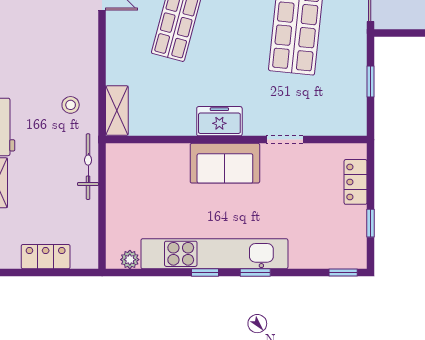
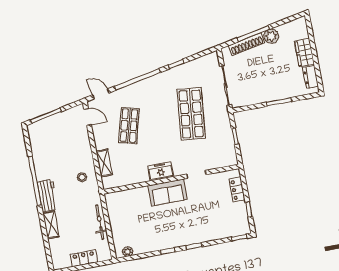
shelving: (117, 111) -> (104, 163), moved
bicycle: (88, 167) -> (100, 222), moved
kitchen unit: (214, 254) -> (171, 240), removed

